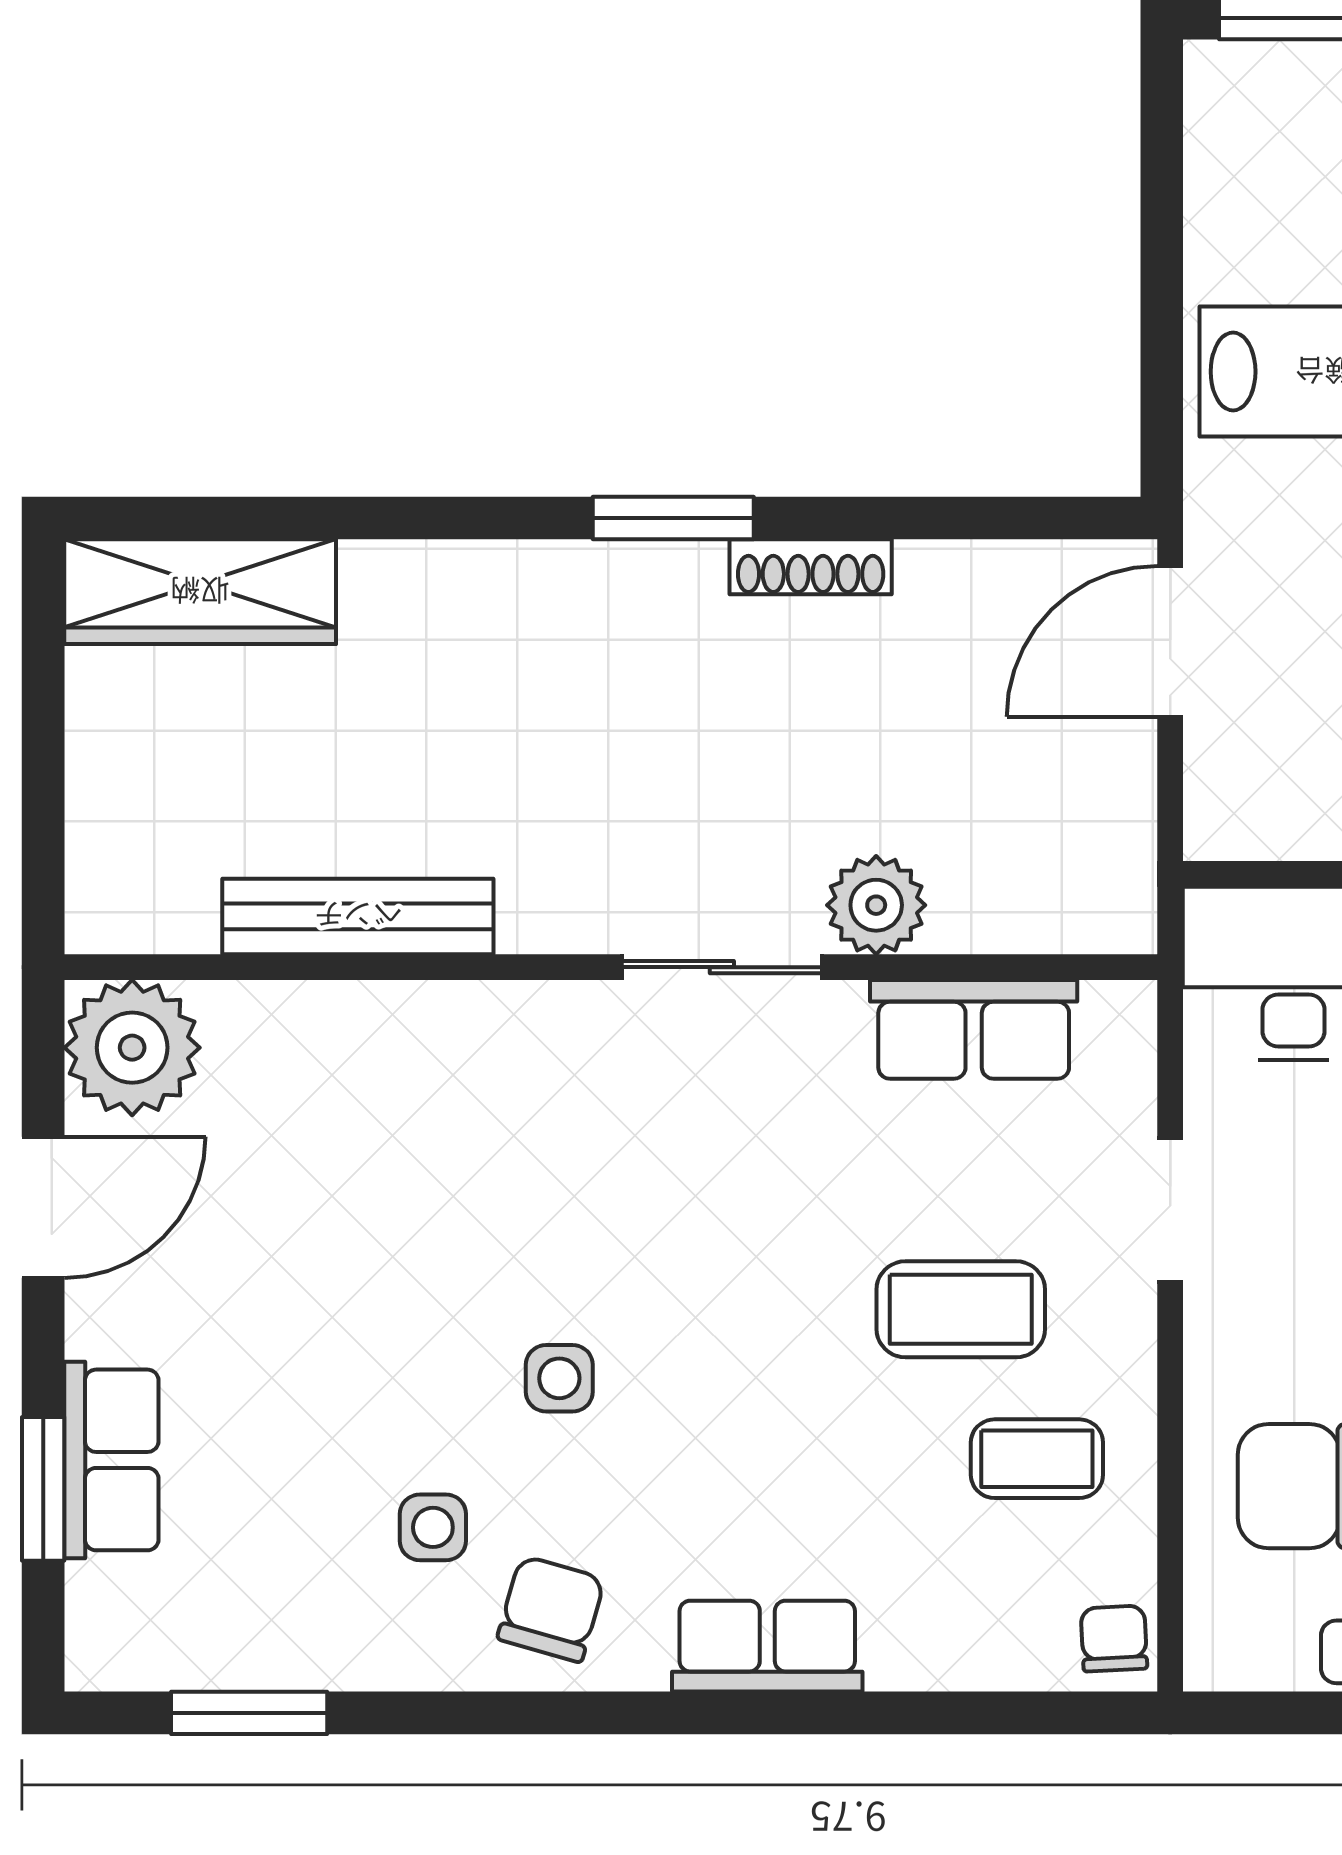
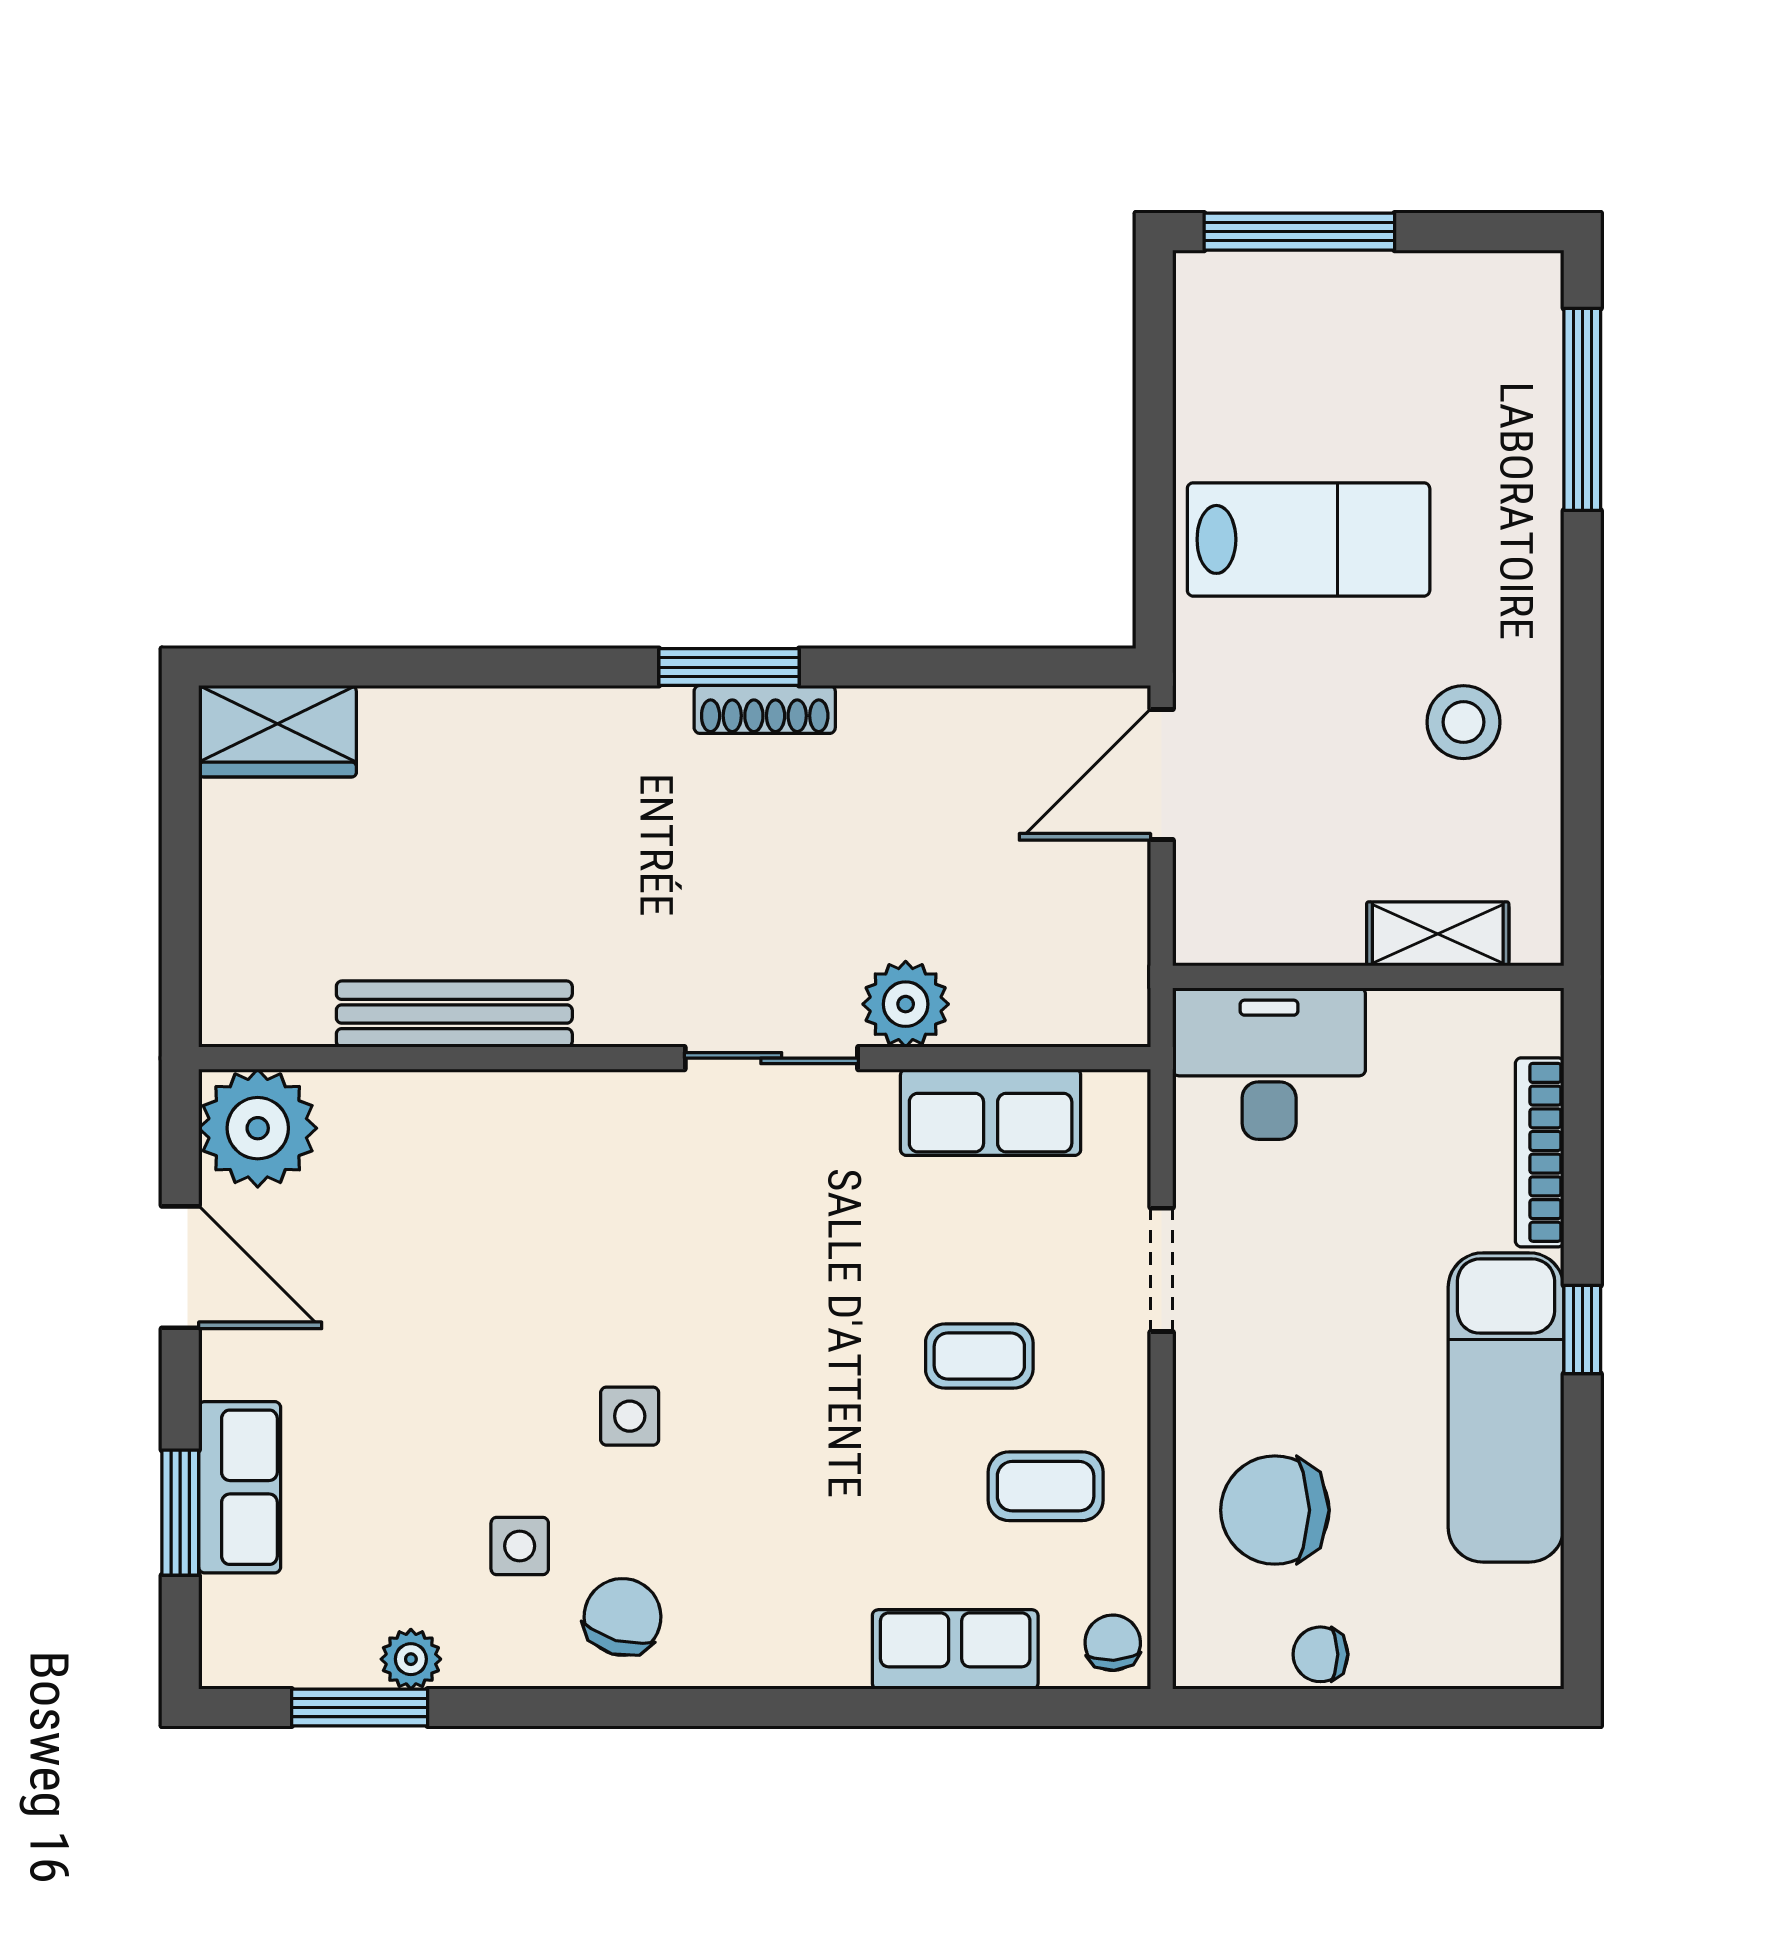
shoe rack: (811, 567) -> (765, 709), moved
wardrobe: (200, 592) -> (278, 731), width x0.67
door: (43, 1207) -> (180, 1267), hinge flipped
coffee table: (961, 1309) -> (979, 1356), width x0.73, depth x0.77
row of seats: (767, 1646) -> (955, 1649), moved
plant: (308, 1657) -> (411, 1659), added

